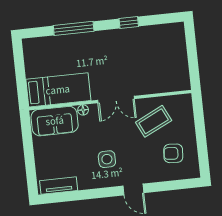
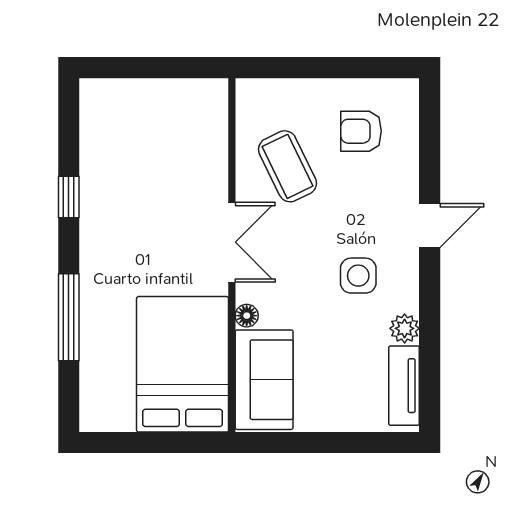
bed: (58, 90) -> (183, 364), width x1.50
armchair: (173, 153) -> (361, 131), turned 86
plant: (85, 183) -> (405, 328), added

